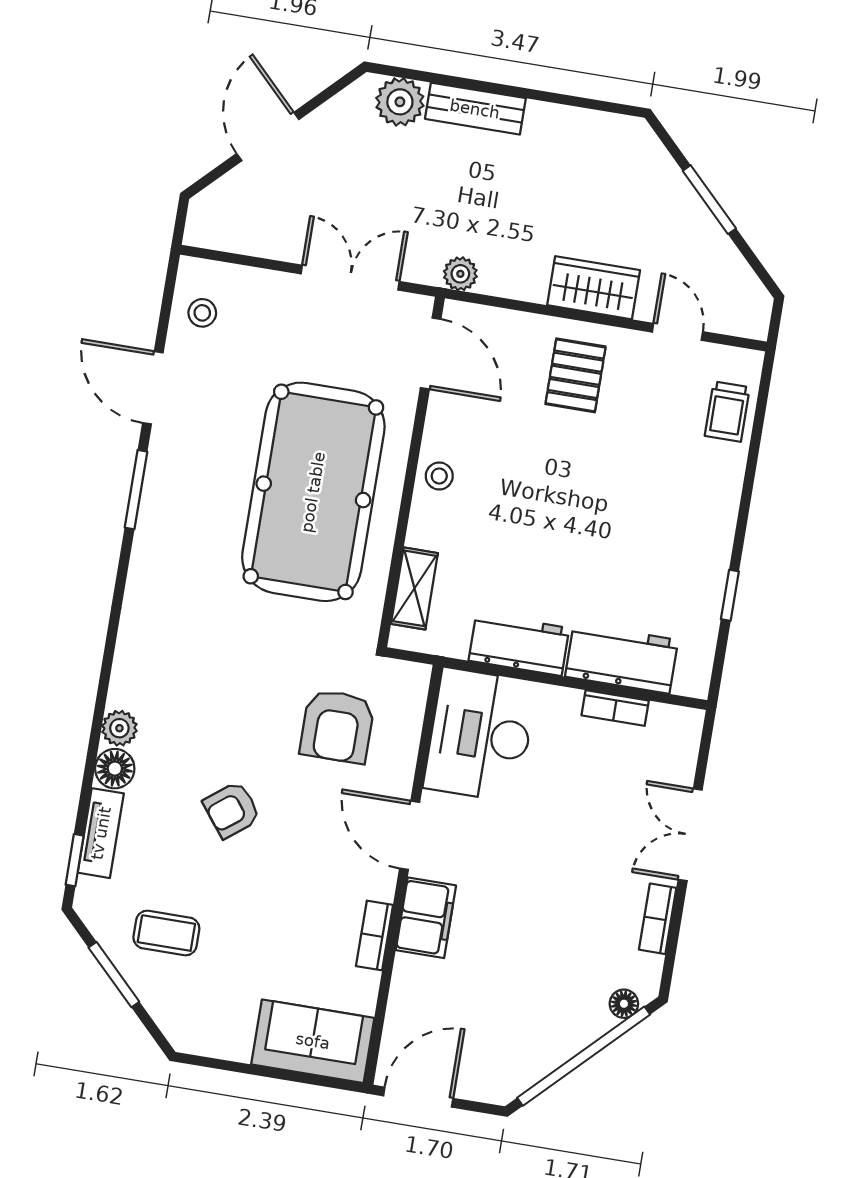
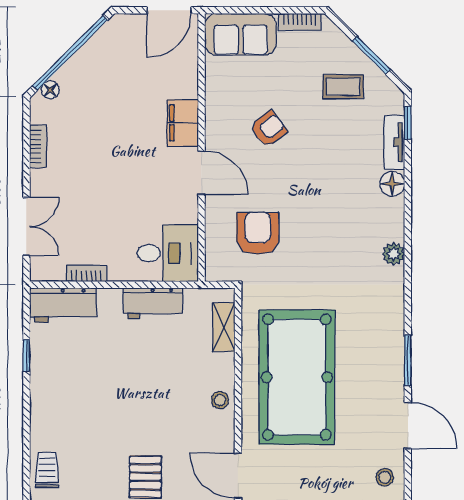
workbench: (622, 658) -> (63, 305), moved
plant: (119, 728) -> (393, 254), moved
desk: (480, 735) -> (168, 253), width x0.73
armchair: (232, 810) -> (269, 129), moved
double door: (690, 835) -> (26, 227), moved
bookcase: (374, 936) -> (300, 22), moved, turned 90

